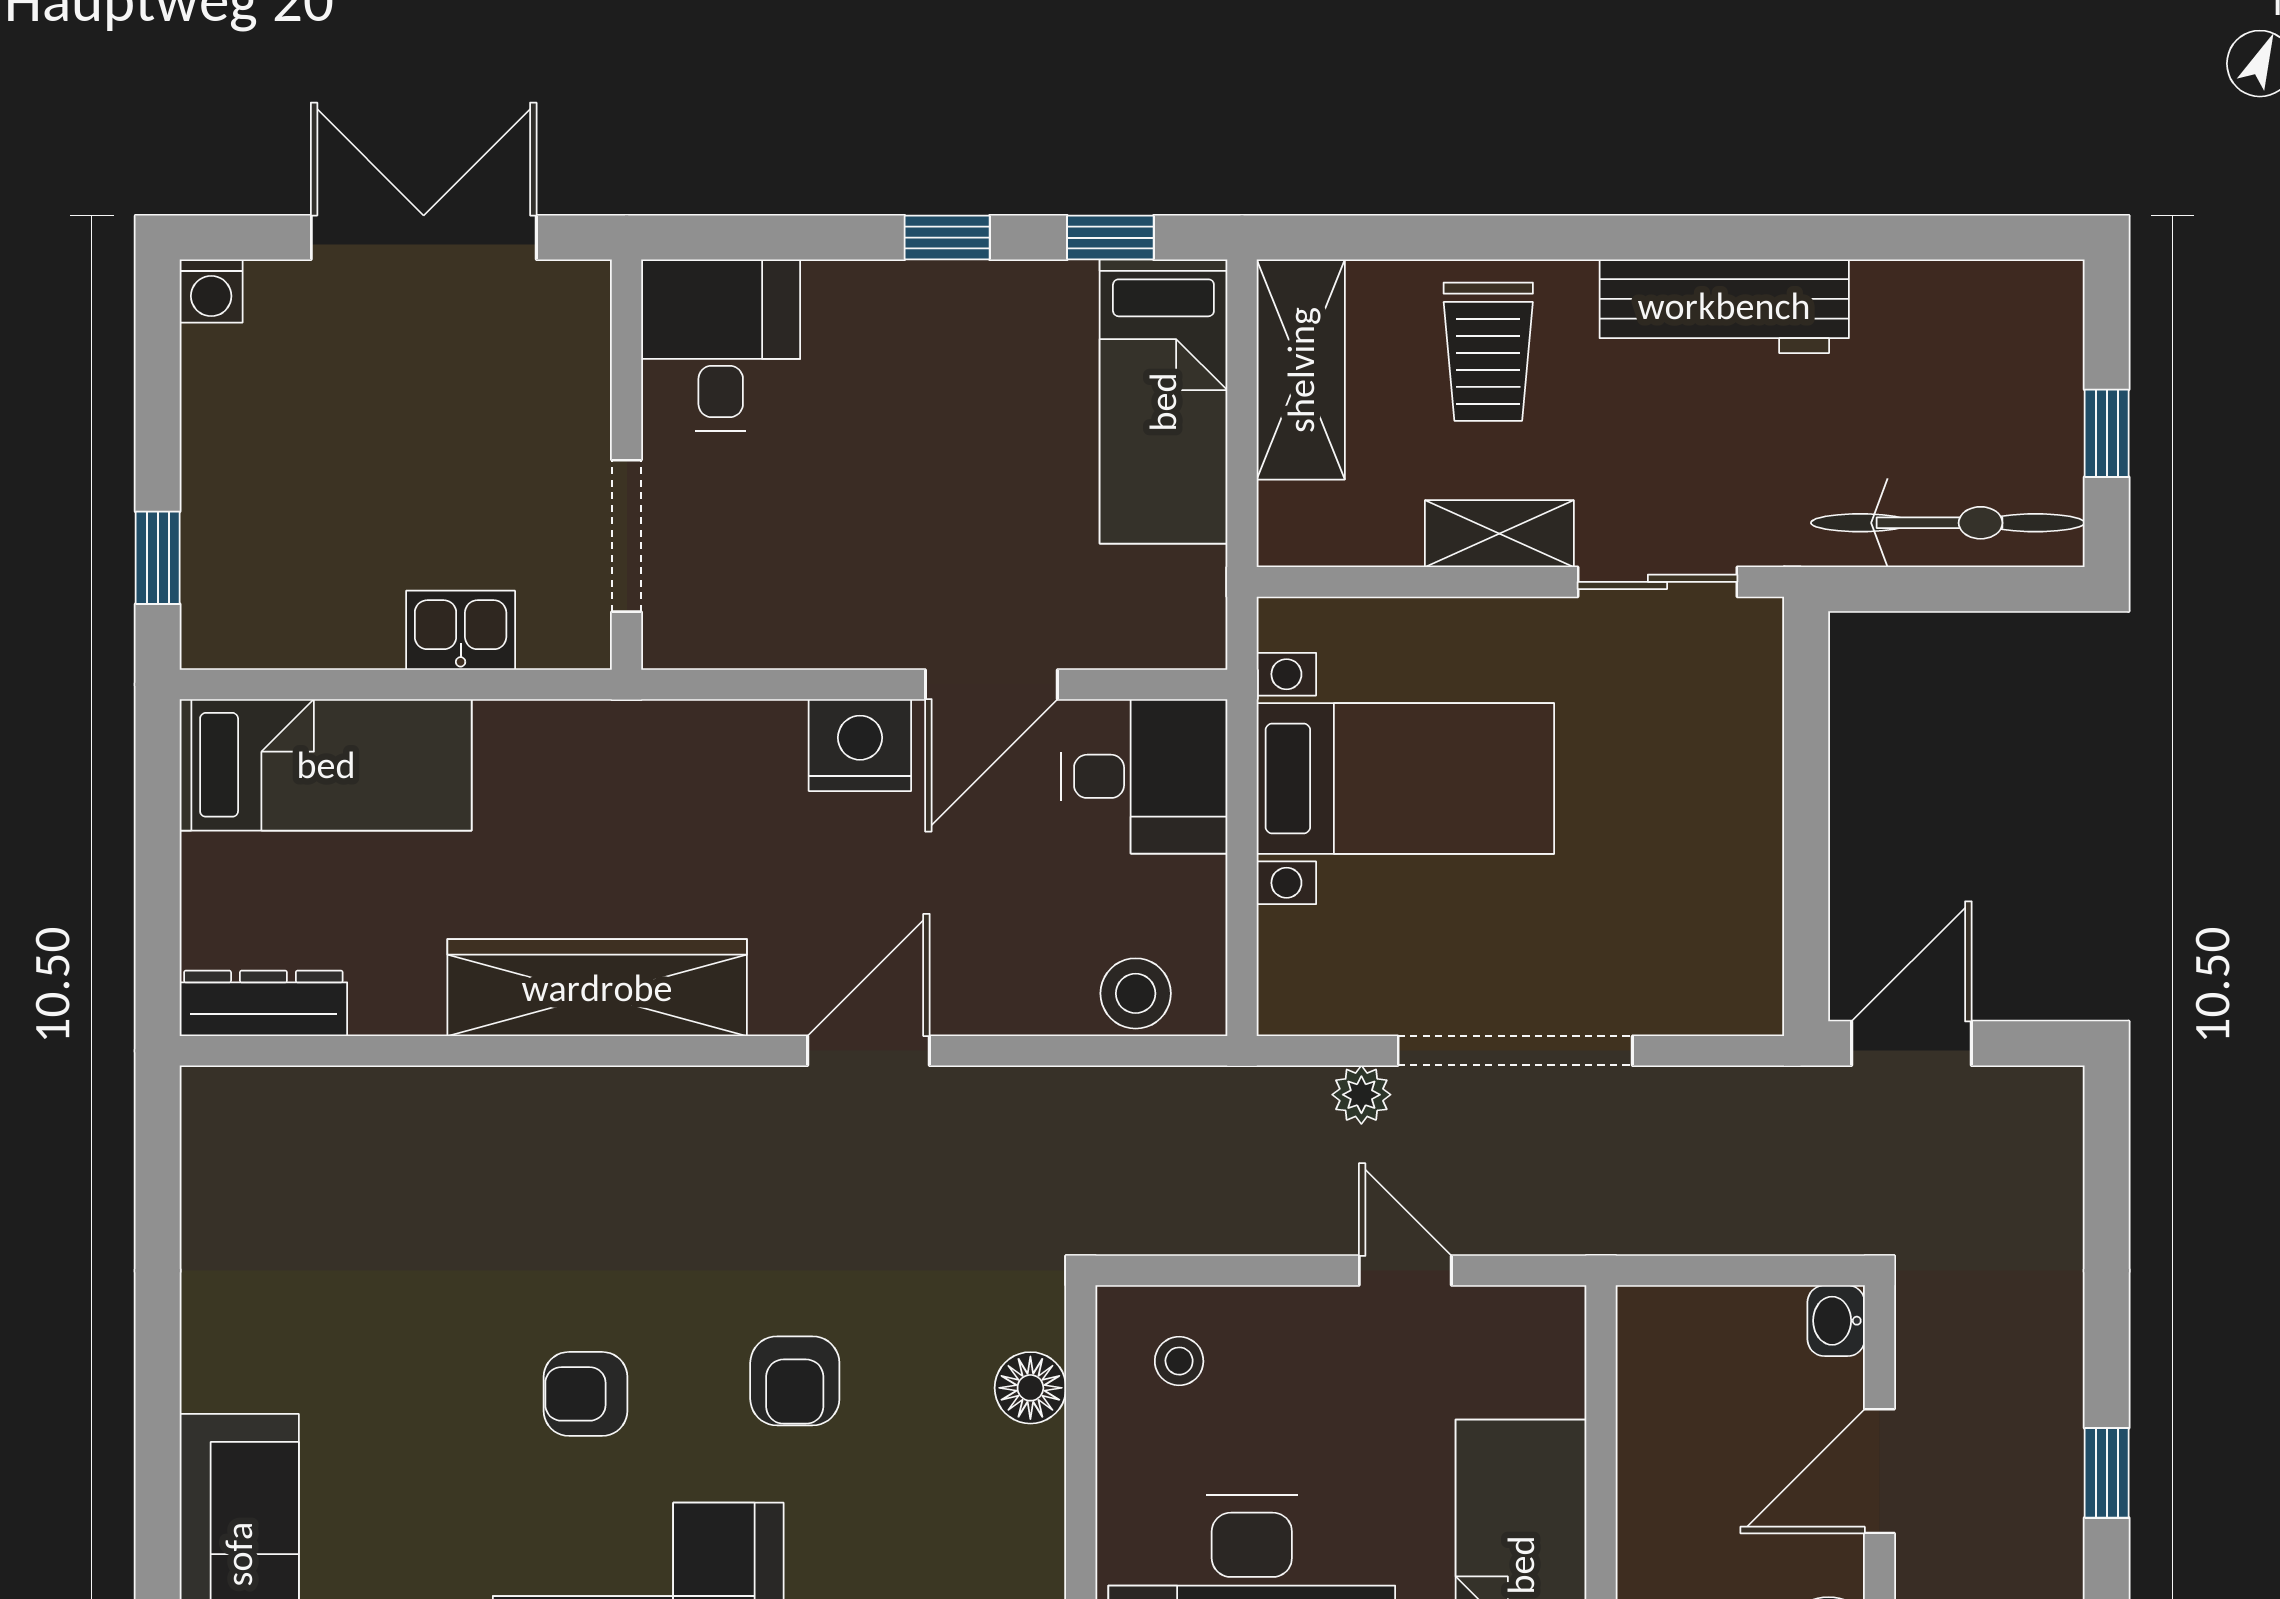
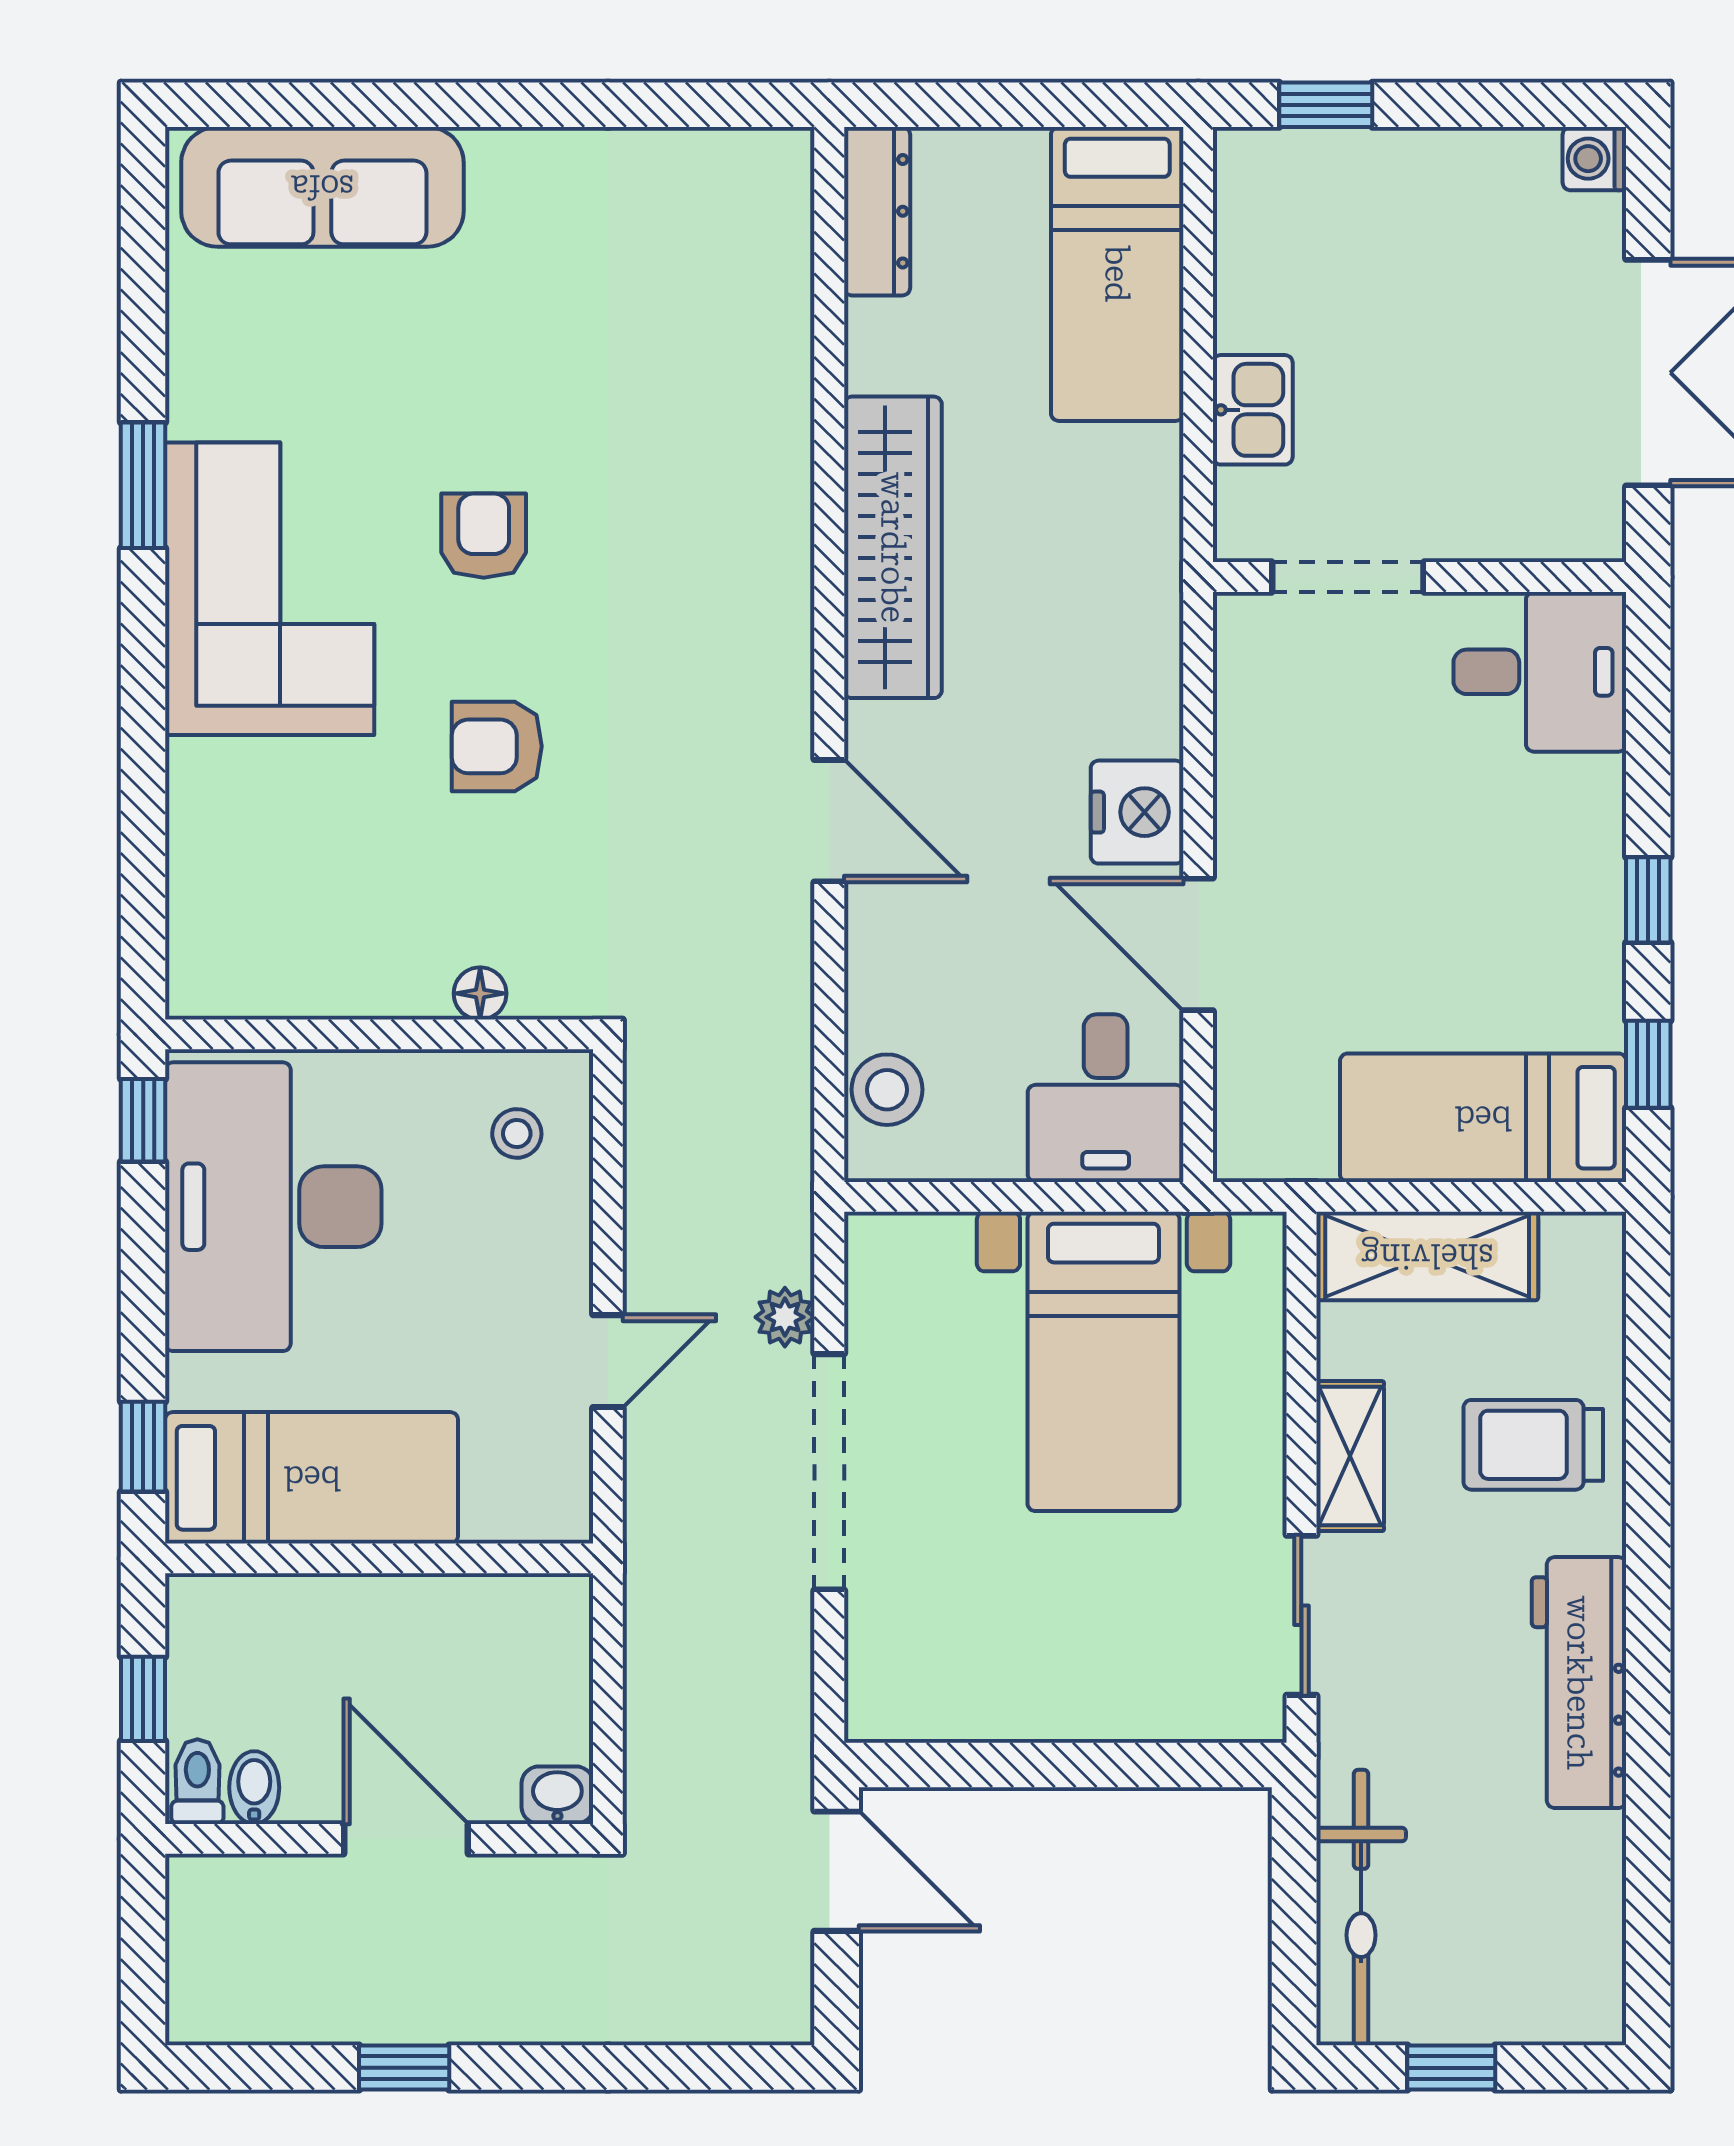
shelving: (1301, 370) -> (1427, 1256), moved
floor lamp: (1030, 1388) -> (480, 993), width x0.73, depth x0.73

